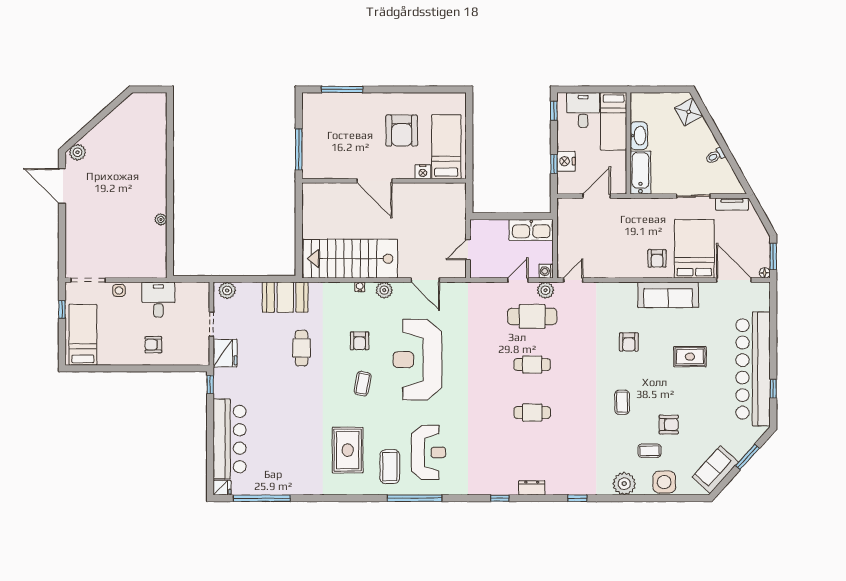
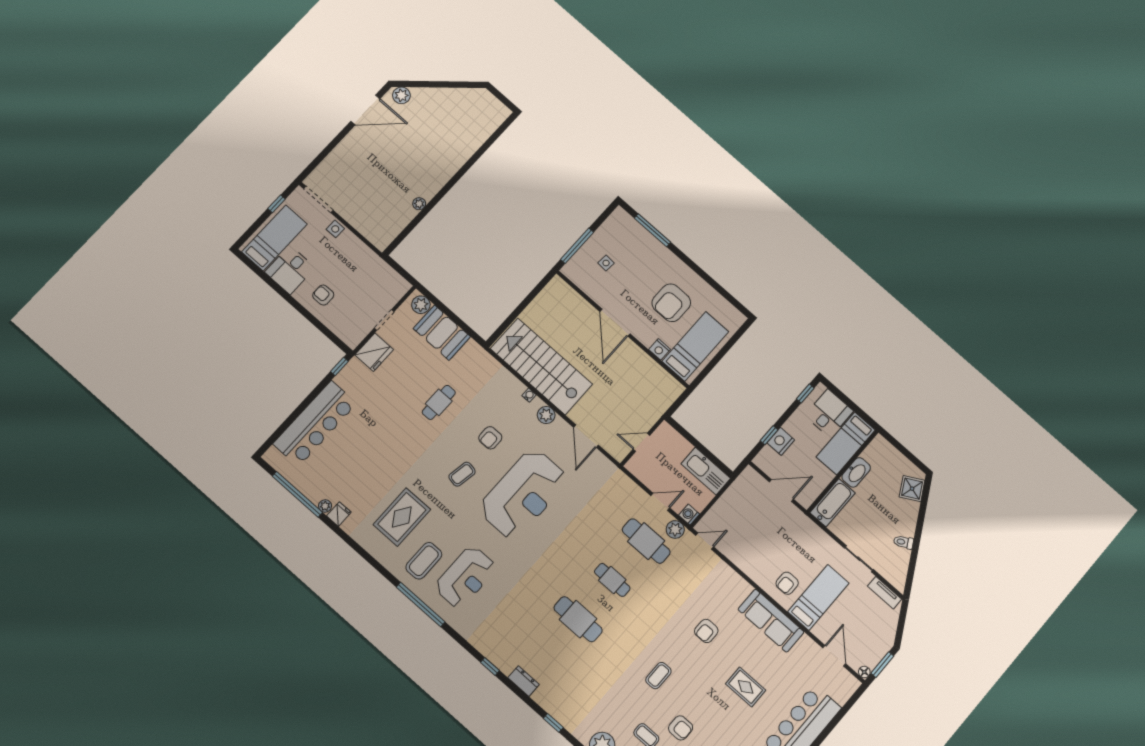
side table: (330, 143) -> (606, 263), added
door: (62, 186) -> (365, 110), swing flipped
bed: (694, 249) -> (818, 597), width x0.67
door: (734, 280) -> (834, 656), width x0.73
booth: (285, 297) -> (442, 333), moved
desk: (158, 300) -> (290, 270), moved, turned 180
reception desk: (417, 360) -> (523, 494), turned 180
cafe table: (532, 413) -> (578, 619), width x1.37, depth x1.35
fridge: (222, 488) -> (339, 514), moved, turned -90
plant: (288, 489) -> (325, 506), added

